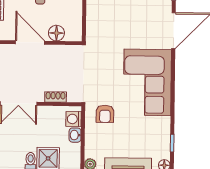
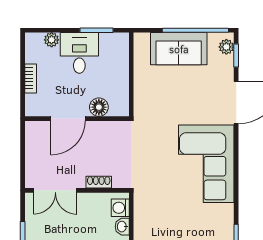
door: (30, 43) -> (68, 119), swing flipped
armchair: (105, 114) -> (157, 201), removed

